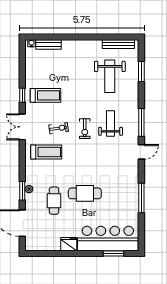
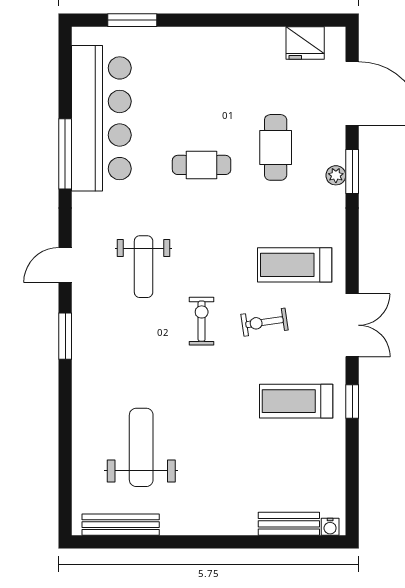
window: (141, 71) -> (65, 459), removed
window: (141, 122) -> (65, 336), width x0.69
weight bench: (111, 124) -> (144, 267), moved
cafe table: (85, 193) -> (202, 165), width x0.73, depth x0.74
bar counter: (108, 238) -> (101, 118), moved, turned -90
fridge: (69, 244) -> (305, 43), moved

